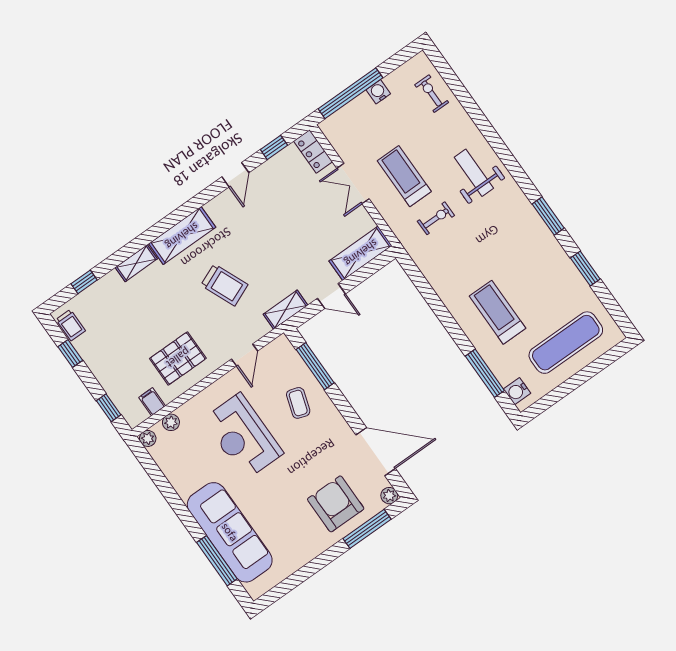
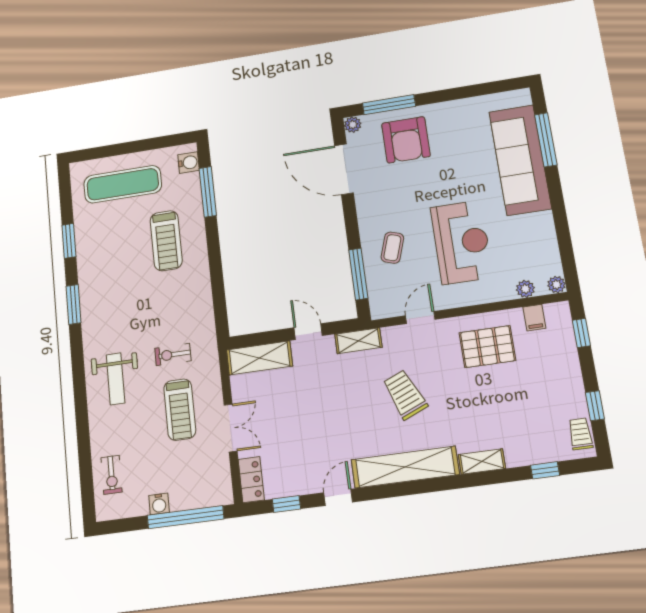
shelving: (182, 236) -> (405, 467), width x1.47

